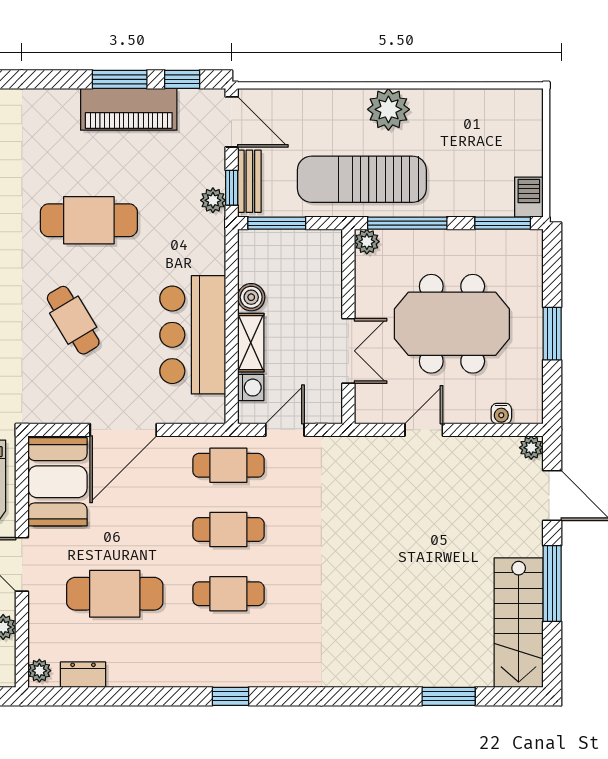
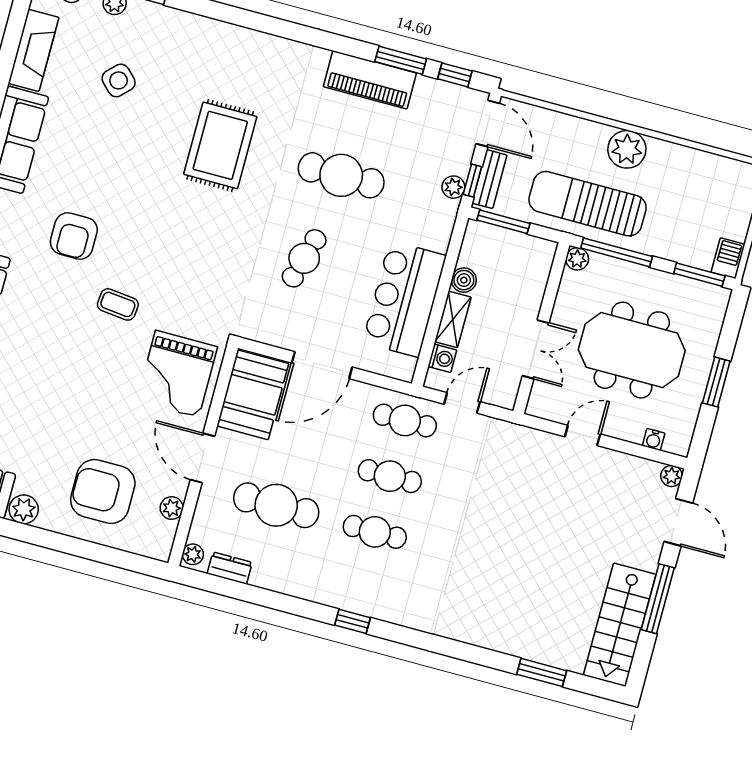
piano: (129, 109) -> (370, 80), moved
cafe table: (73, 320) -> (304, 258), turned 47

